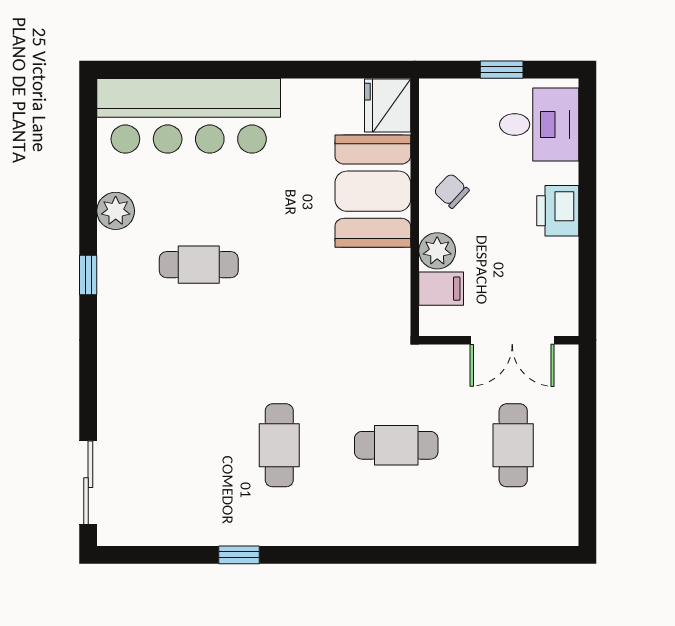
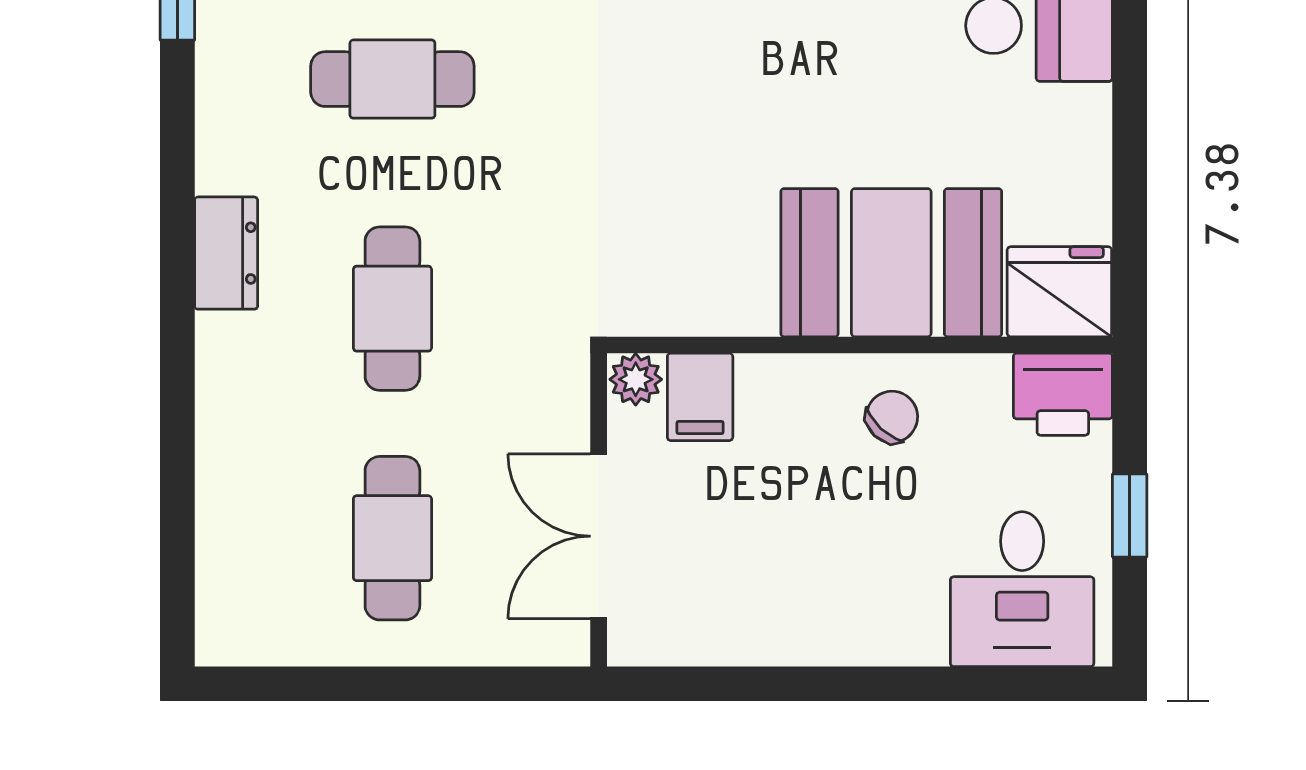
printer: (558, 211) -> (1063, 394), moved, turned 180
plant: (437, 251) -> (636, 379), moved, width x0.73, depth x0.73
cafe table: (513, 445) -> (392, 538), turned 90
dresser: (368, 530) -> (226, 253), added

